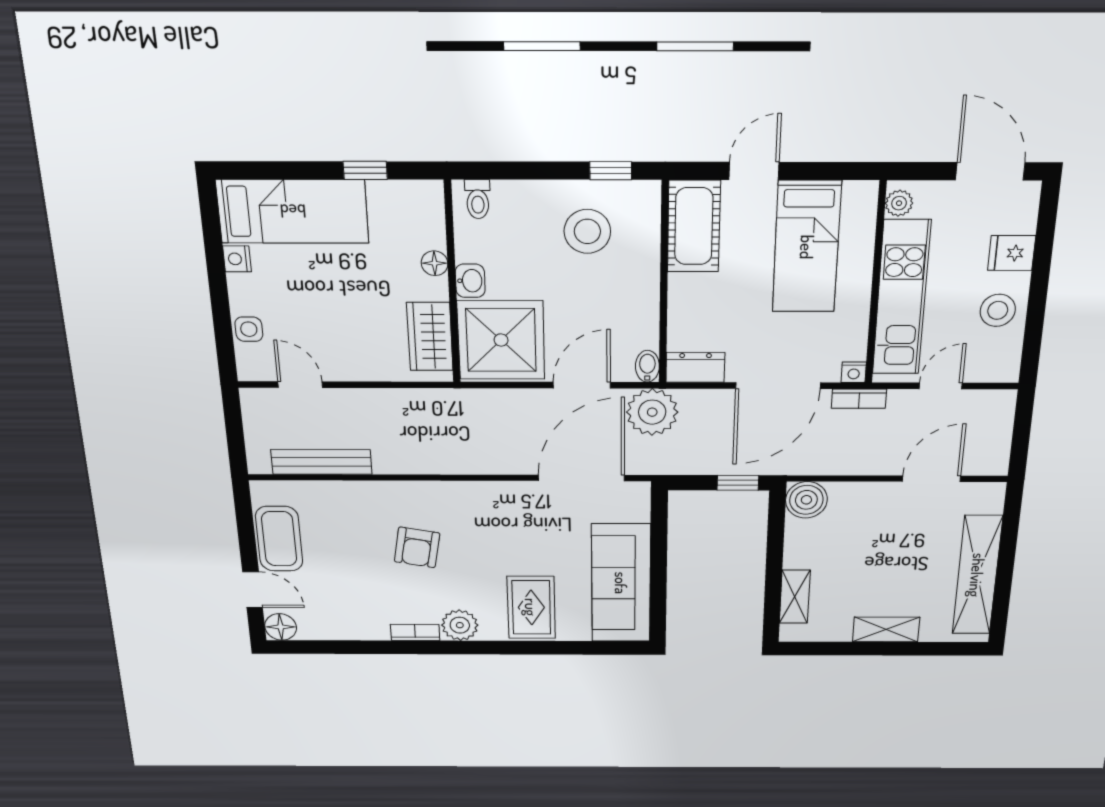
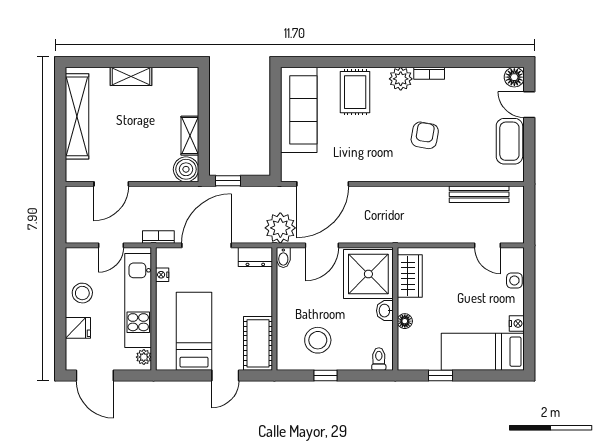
window: (611, 171) -> (325, 375), moved
nightstand: (854, 372) -> (162, 275), moved, turned -90
shelving: (795, 597) -> (190, 136), moved

